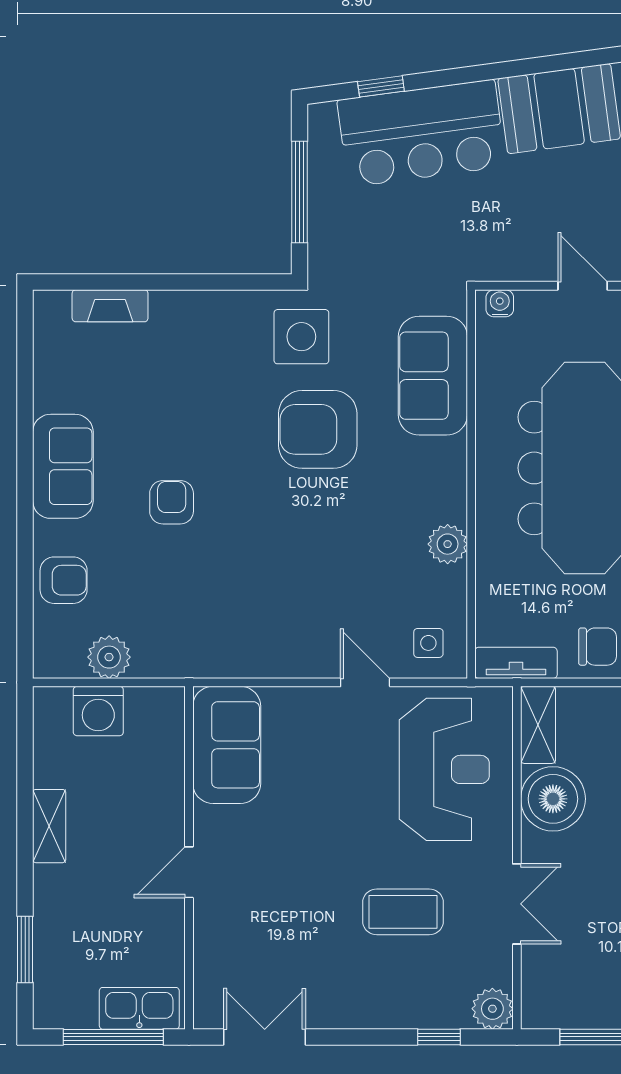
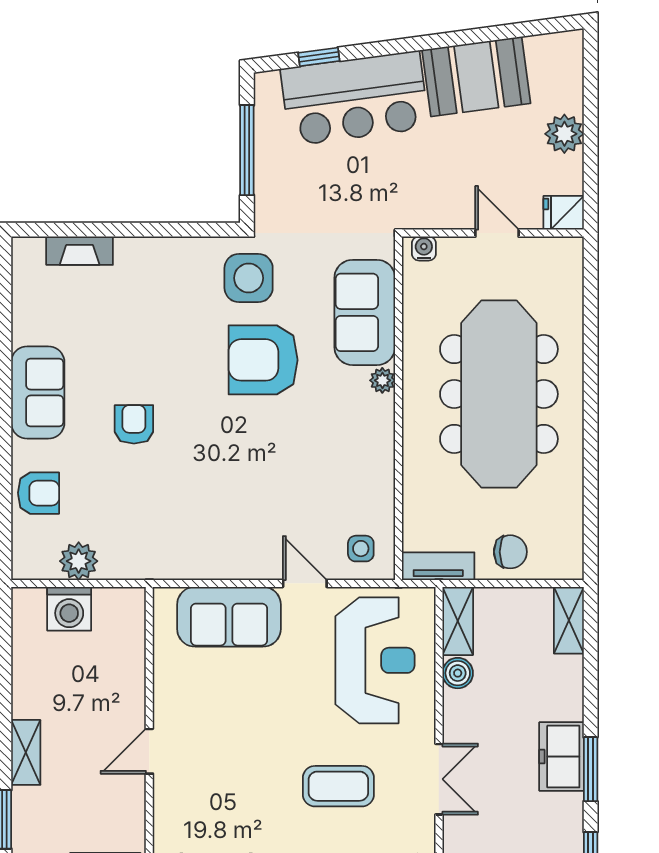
plant: (448, 544) -> (382, 380), moved, width x0.73, depth x0.73
sofa: (227, 745) -> (229, 617), moved, turned 90
boiler: (553, 799) -> (458, 673), width x0.54, depth x0.54
shelving: (49, 826) -> (26, 752), moved

